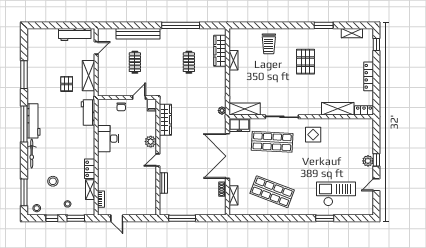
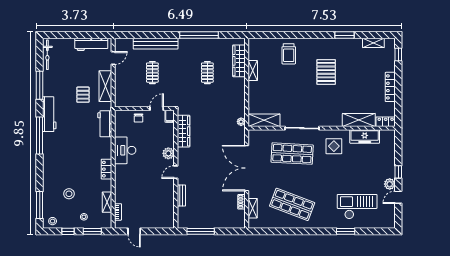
workbench: (33, 121) -> (49, 114), moved
freezer: (239, 125) -> (365, 136), moved, width x1.40
bicycle: (32, 154) -> (47, 55), moved
plant: (368, 161) -> (390, 184), moved
locker: (90, 169) -> (106, 169), moved

